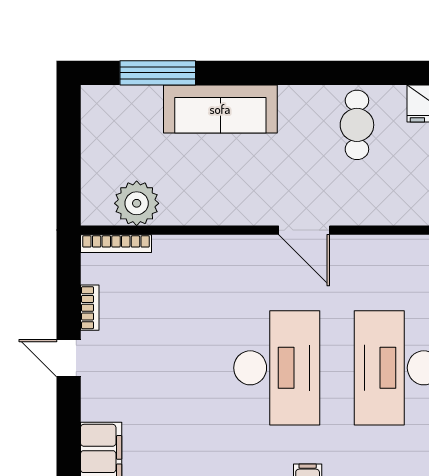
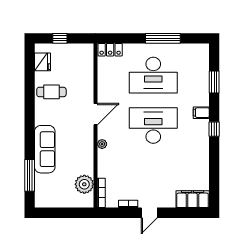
plant: (233, 246) -> (102, 144), added

